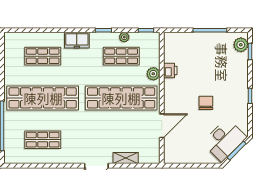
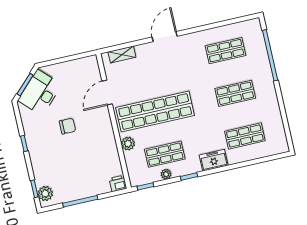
printer: (170, 70) -> (118, 183), moved, turned 90
shop shelf: (43, 98) -> (235, 93), width x0.50, depth x0.74
chair: (206, 103) -> (67, 126), turned -90
shelving: (126, 158) -> (122, 54), moved

